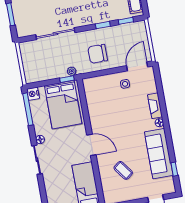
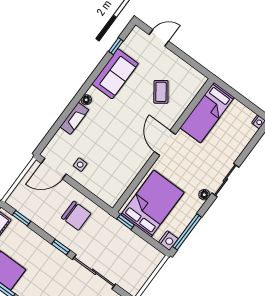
window: (103, 25) -> (61, 247), moved
plant: (72, 71) -> (114, 224), removed
sofa: (159, 154) -> (115, 74), width x0.73

